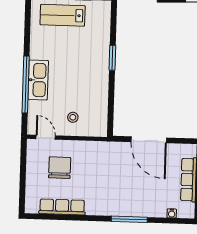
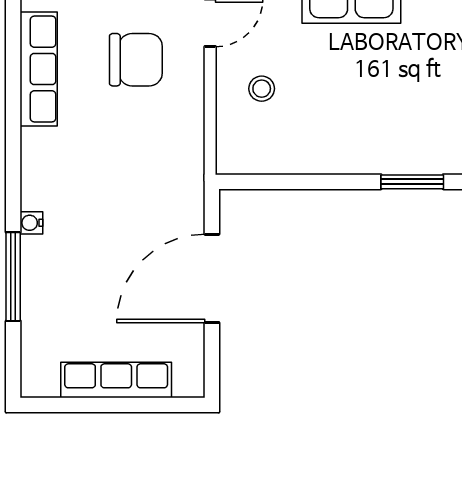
water cooler: (172, 213) -> (31, 223), moved
window: (129, 219) -> (13, 277), moved

